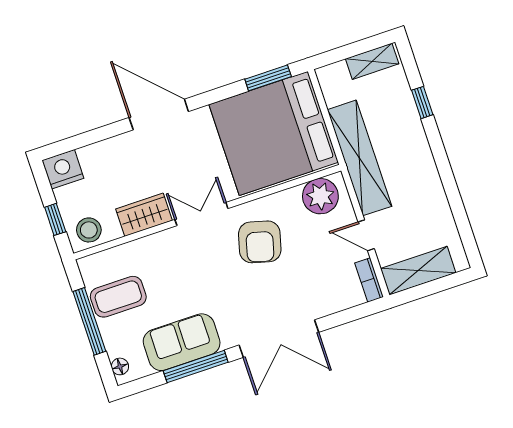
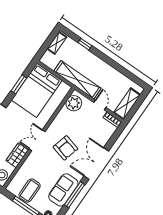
window: (268, 78) -> (19, 84), moved
bed: (274, 133) -> (37, 90), width x0.73
door: (366, 235) -> (100, 105), swing flipped
armchair: (260, 242) -> (65, 148), moved
double door: (279, 339) -> (96, 163), swing flipped

